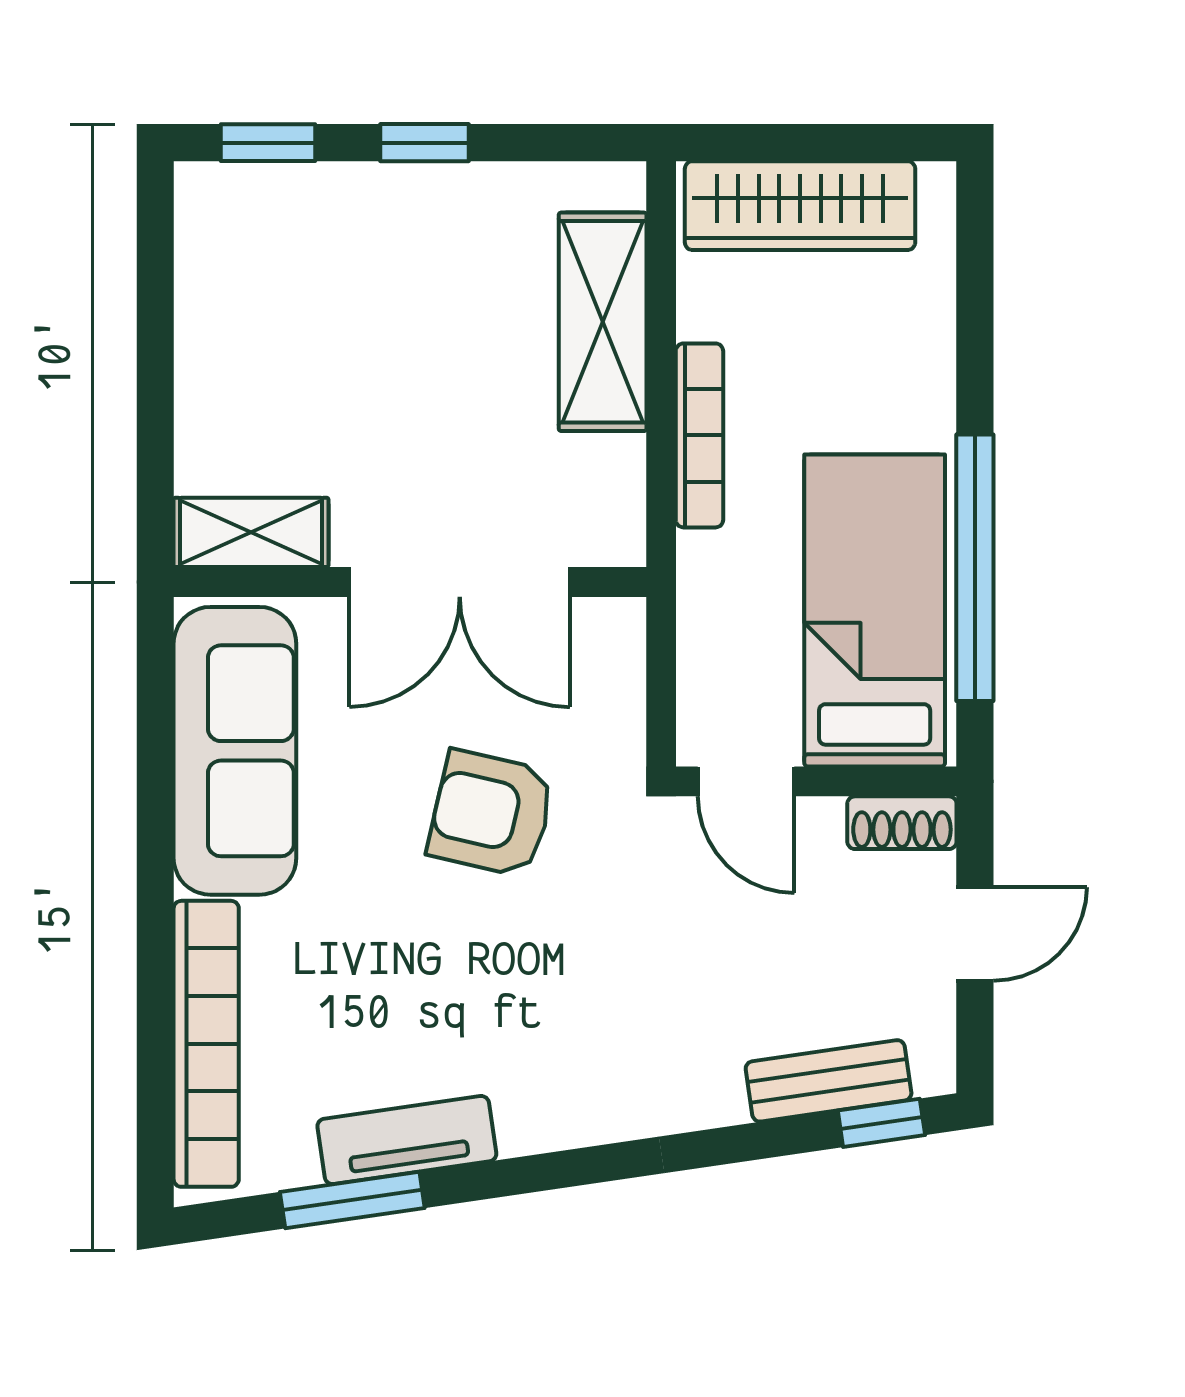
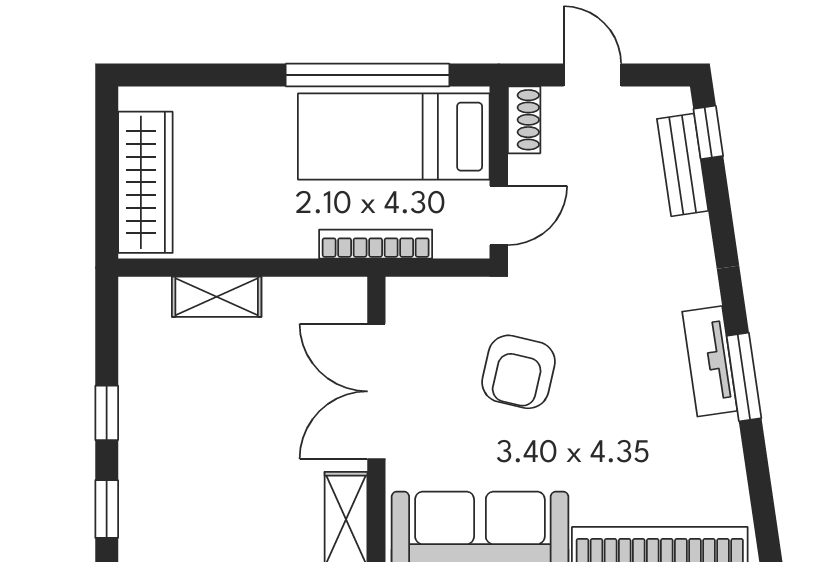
shelving: (603, 322) -> (217, 297), width x0.67, depth x0.75
bookcase: (699, 435) -> (376, 244), moved
double door: (460, 582) -> (376, 391), swing flipped
tv unit: (407, 1140) -> (710, 361), moved
window: (352, 1200) -> (744, 377), moved

